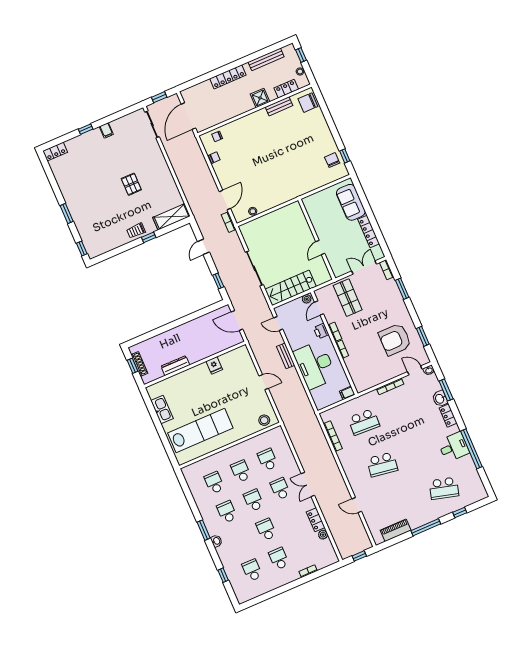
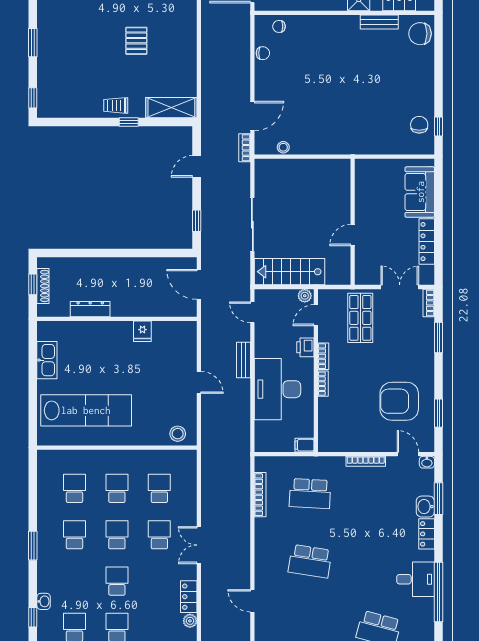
washbasin: (216, 541) -> (44, 601), moved

